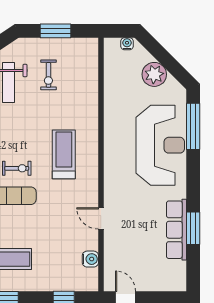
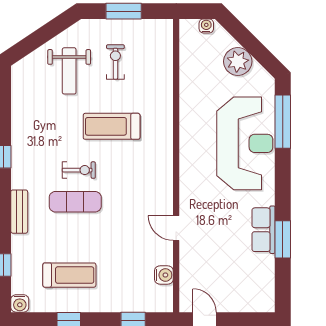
exercise bike: (48, 75) -> (115, 62), turned 180
treadmill: (64, 154) -> (112, 126), moved, turned -90
row of seats: (176, 230) -> (264, 230), width x0.68

